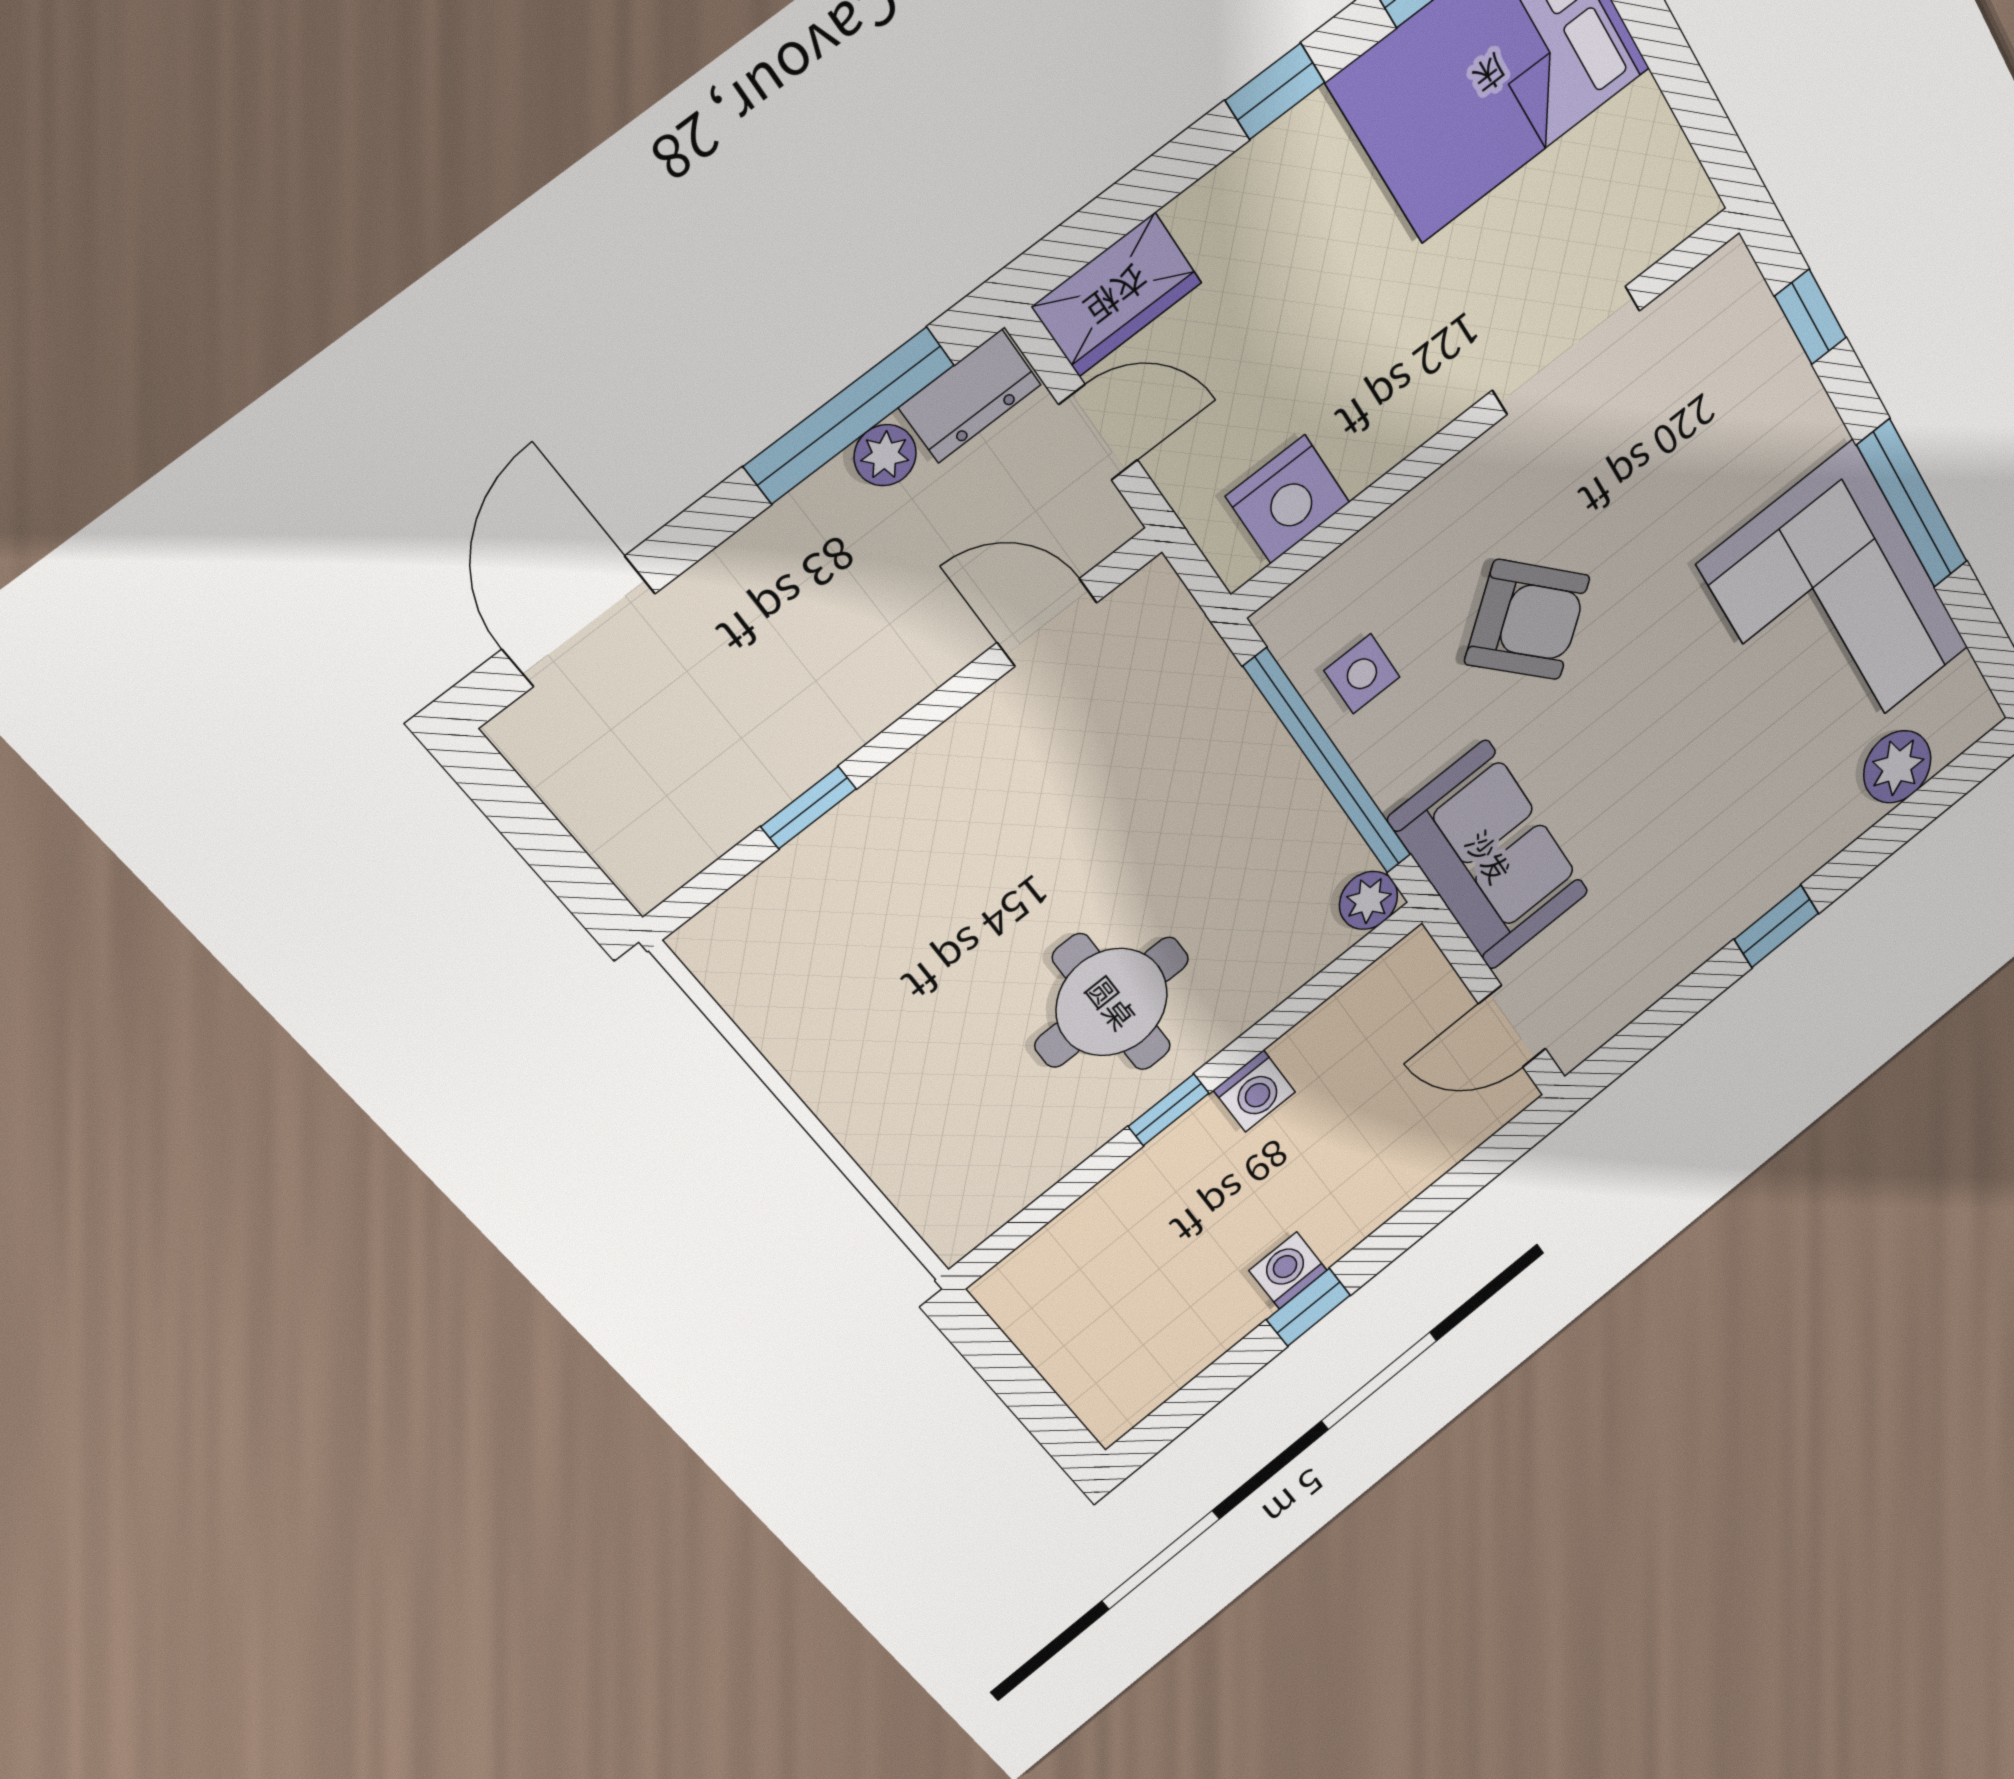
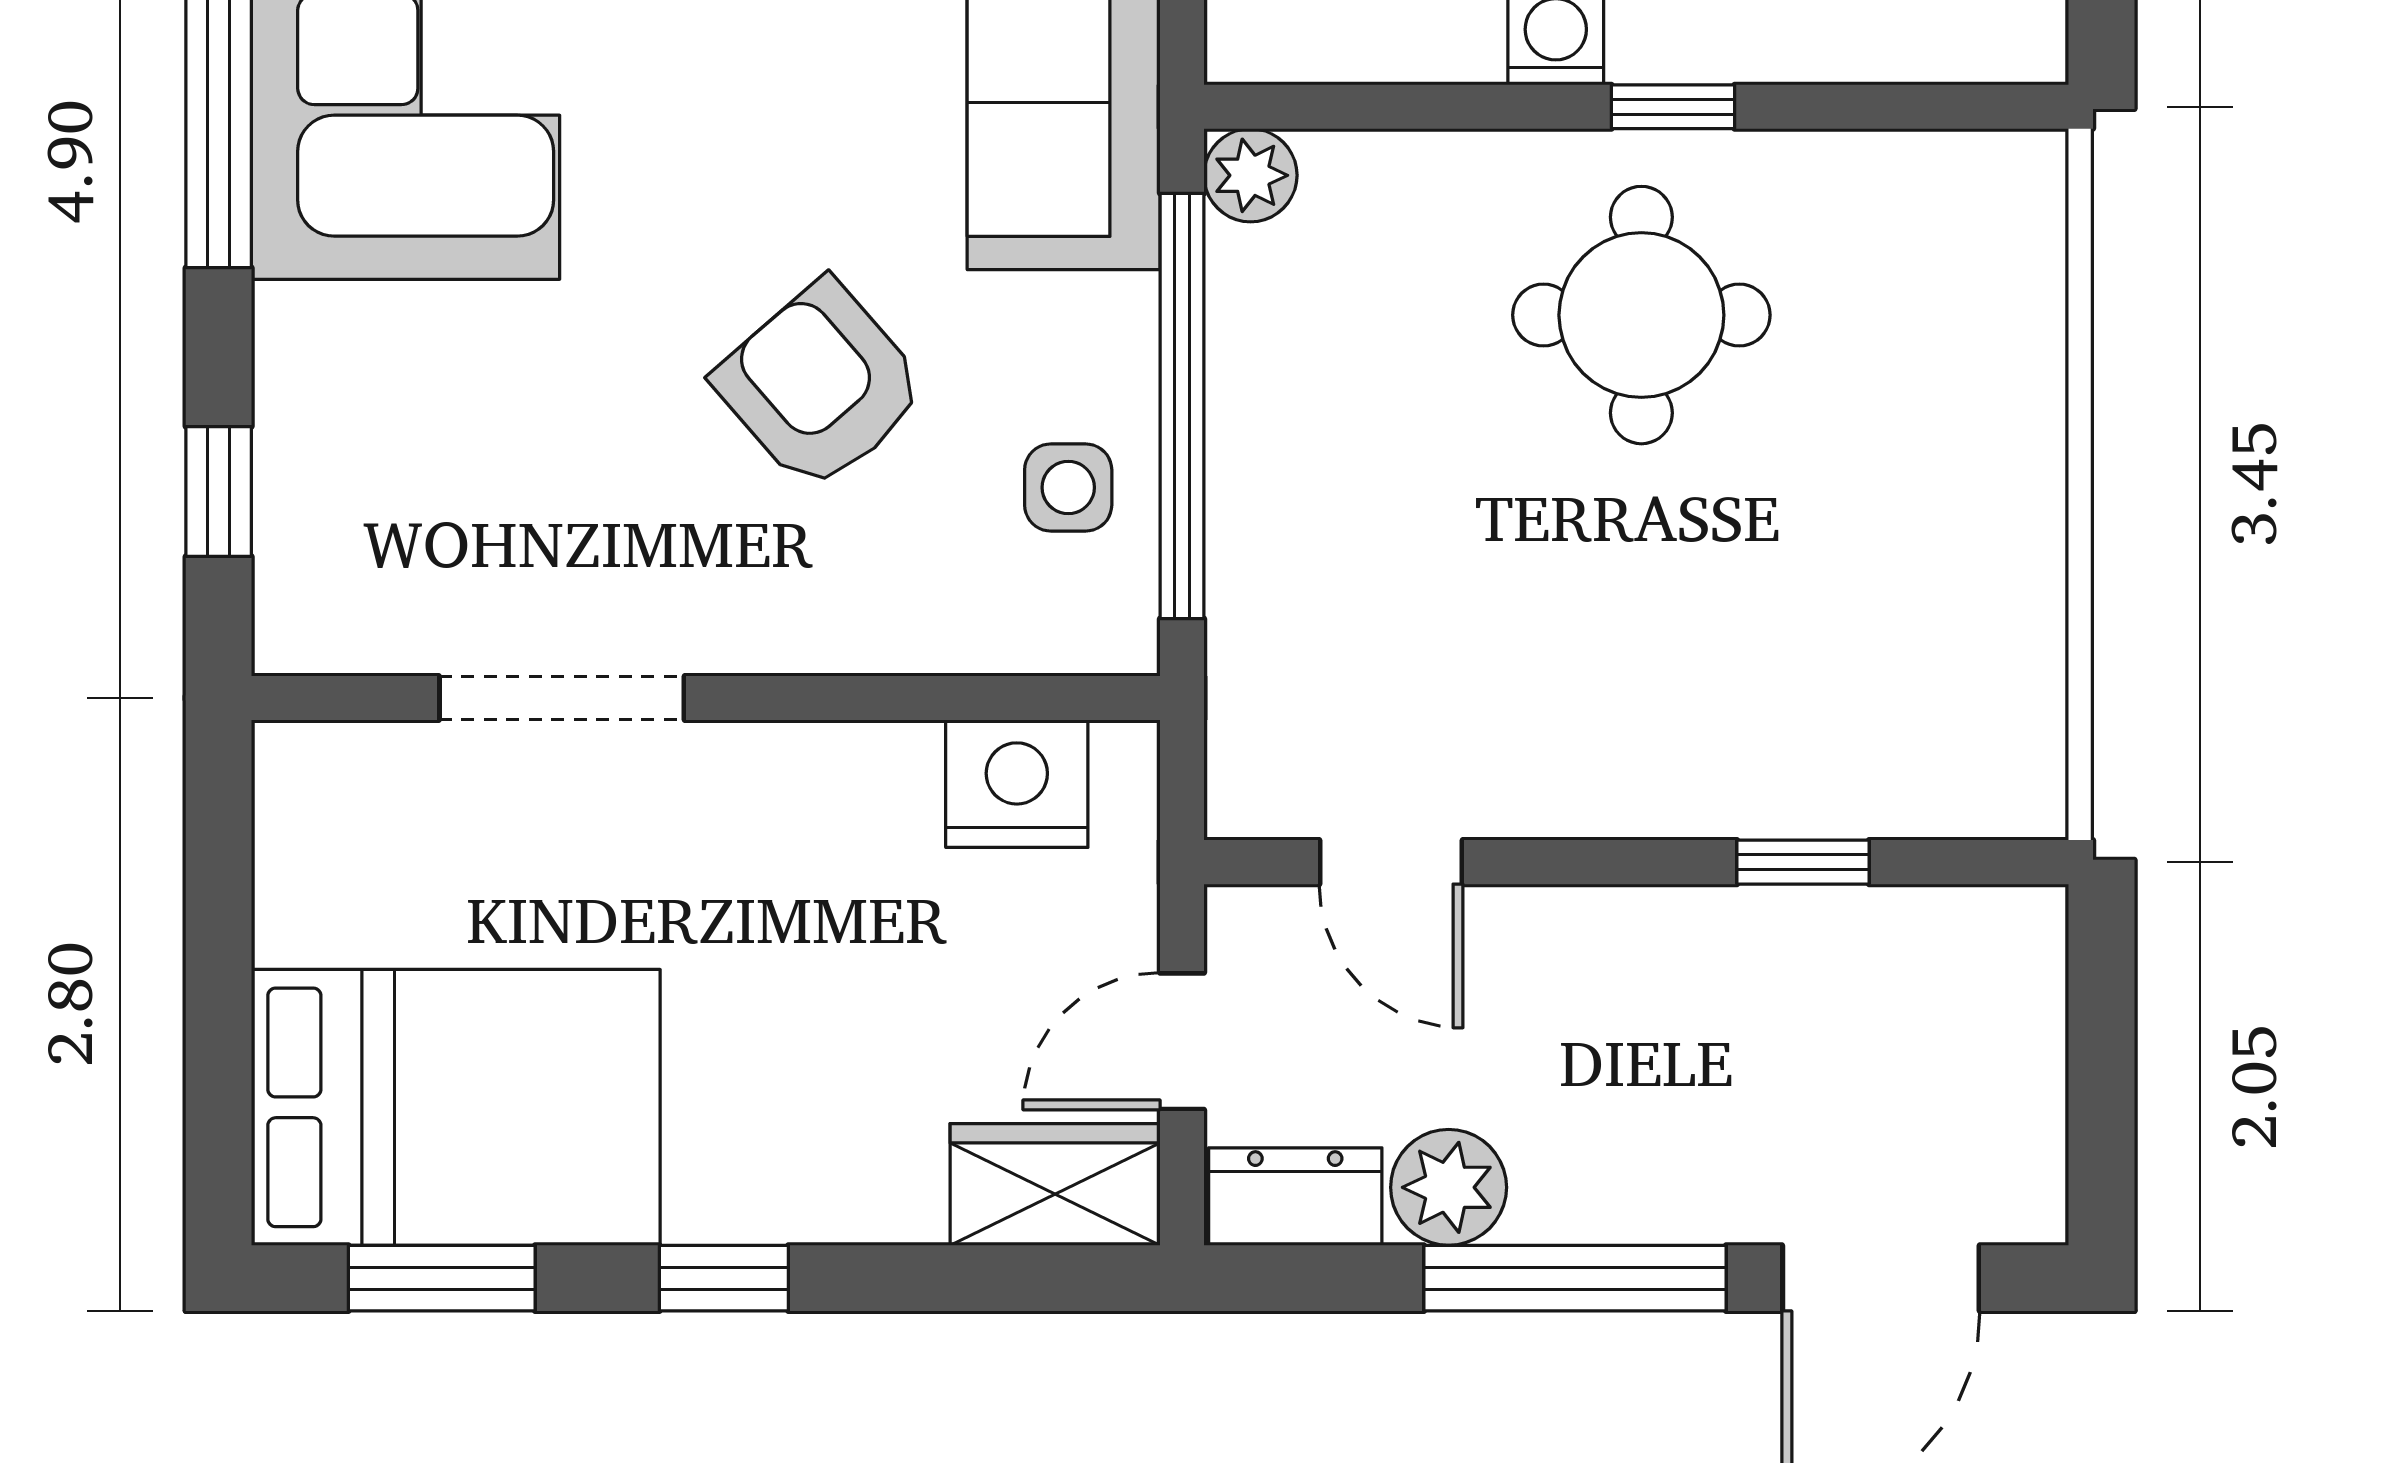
window: (849, 416) -> (1575, 1278), moved
door: (1098, 432) -> (1182, 1041), hinge flipped
plant: (885, 455) -> (1449, 1187), width x1.38, depth x1.38

